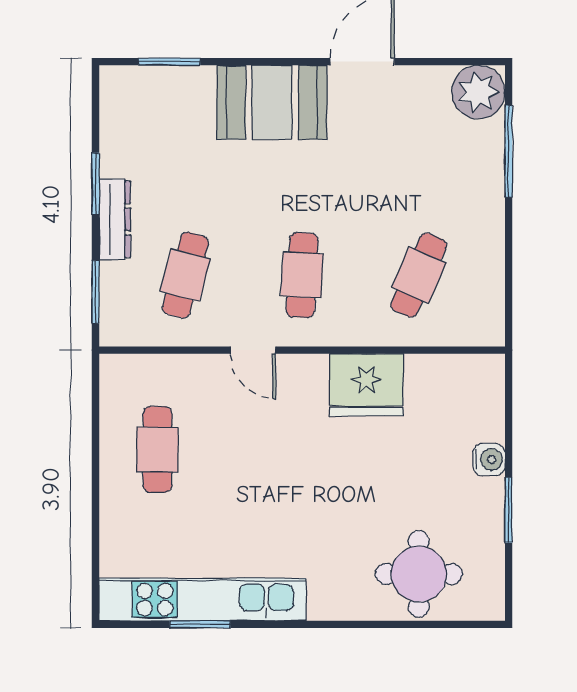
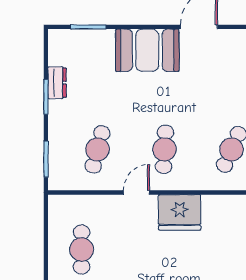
dresser: (115, 219) -> (57, 83), moved, width x0.70
door: (253, 350) -> (136, 192), swing flipped
fridge: (366, 385) -> (180, 212), moved

